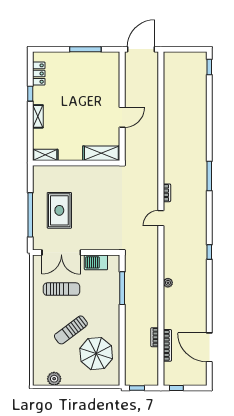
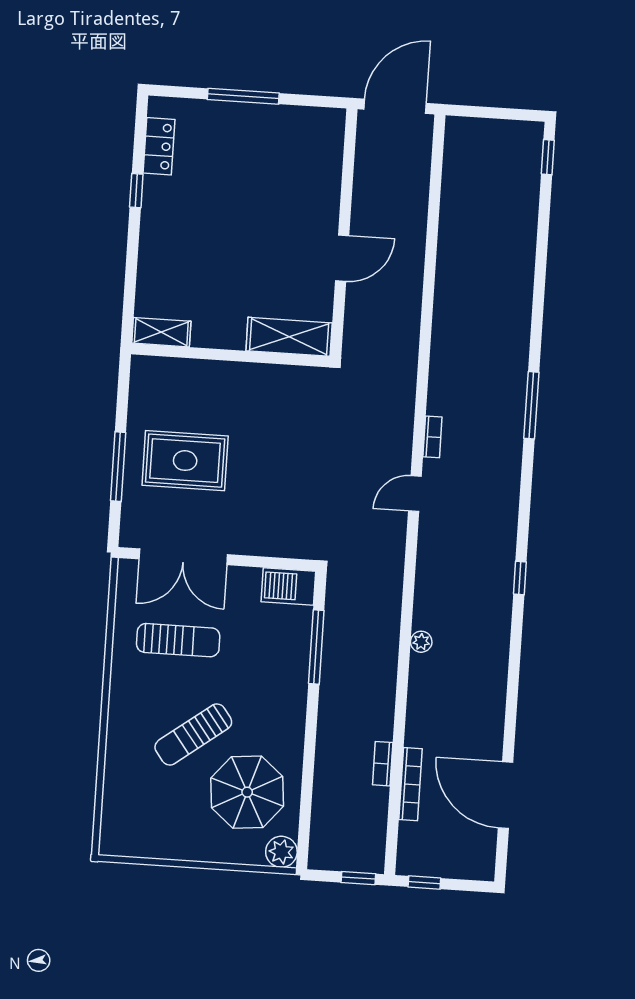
window: (85, 49) -> (243, 96), moved
shelving: (38, 116) -> (150, 244), removed
rug: (59, 210) -> (185, 461), turned 90
window: (30, 215) -> (118, 467), width x0.68
barbecue: (96, 262) -> (288, 586), moved
plant: (54, 379) -> (281, 852), moved
window: (137, 388) -> (358, 878), moved

